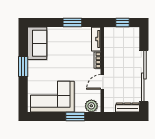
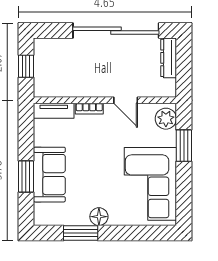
window: (72, 22) -> (26, 177), moved
sofa: (37, 43) -> (49, 175), moved, turned 90
window: (23, 66) -> (81, 233), moved
floor lamp: (33, 66) -> (99, 217), added

